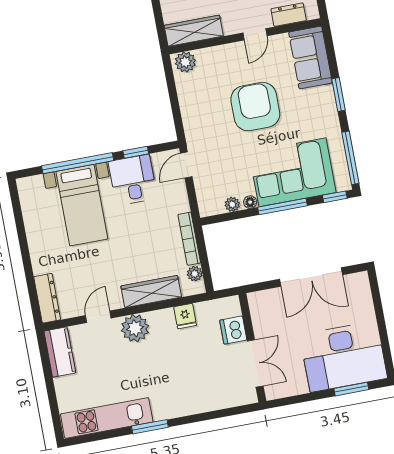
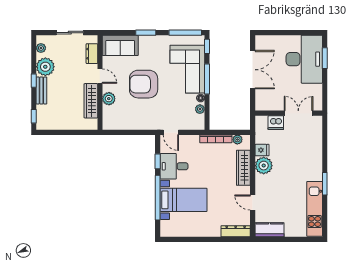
wardrobe: (194, 31) -> (91, 101), moved
plant: (185, 62) -> (109, 99), moved
plant: (135, 328) -> (264, 166), moved

